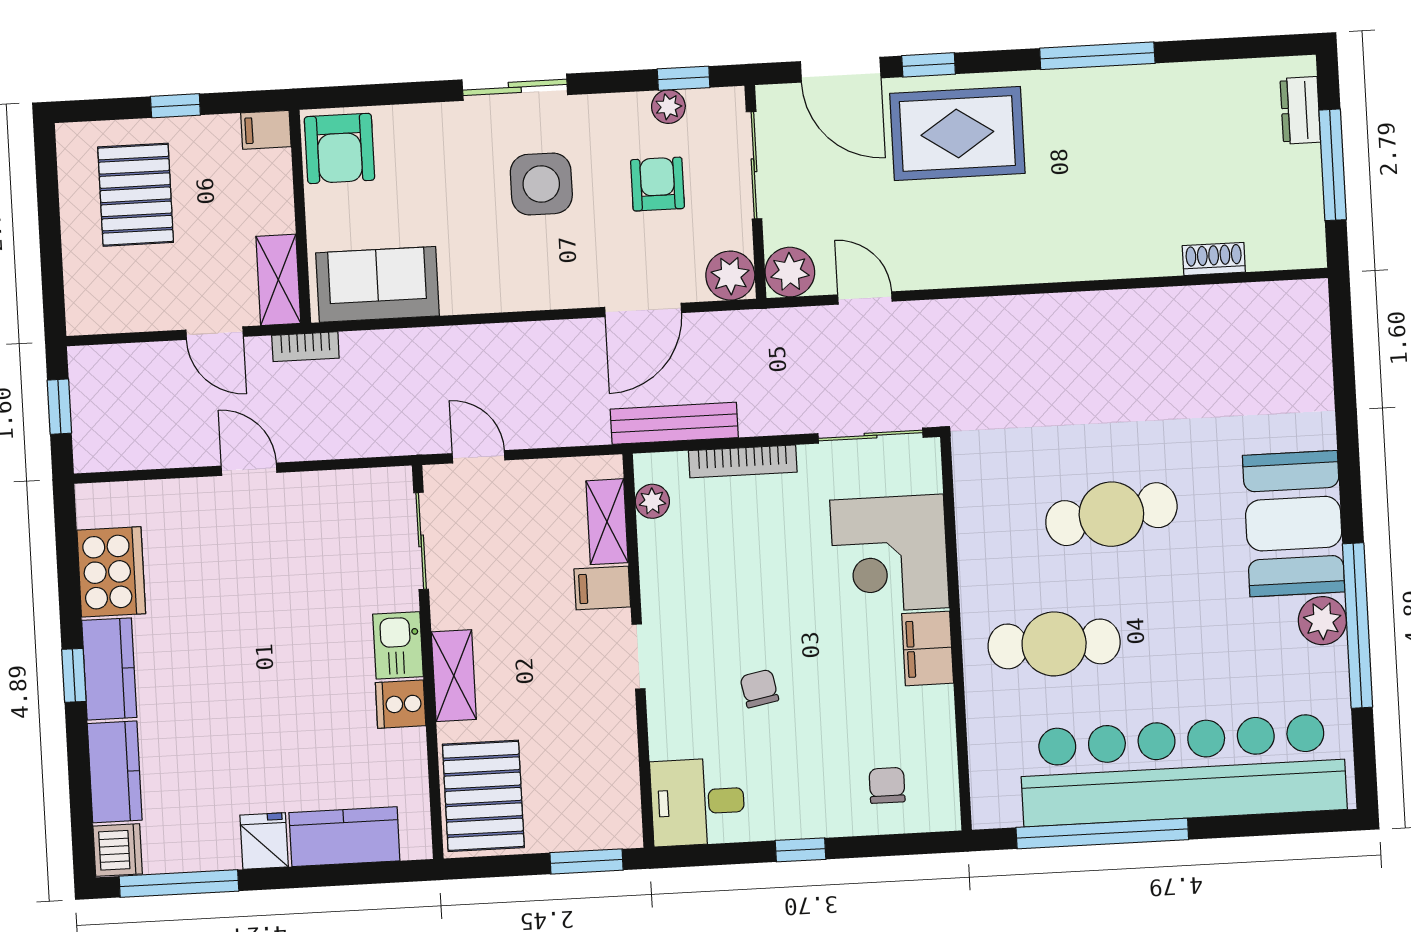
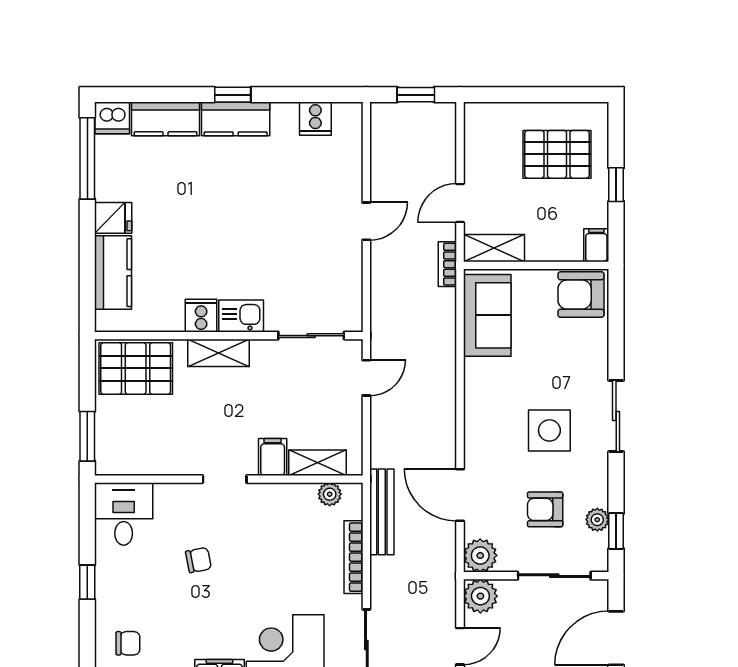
armchair: (657, 184) -> (545, 509), turned 180
cooker: (111, 572) -> (315, 119), width x0.53, depth x0.76

